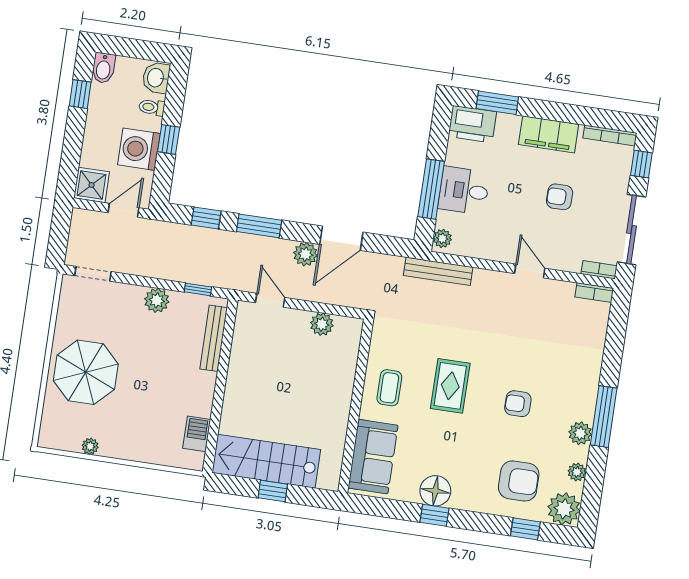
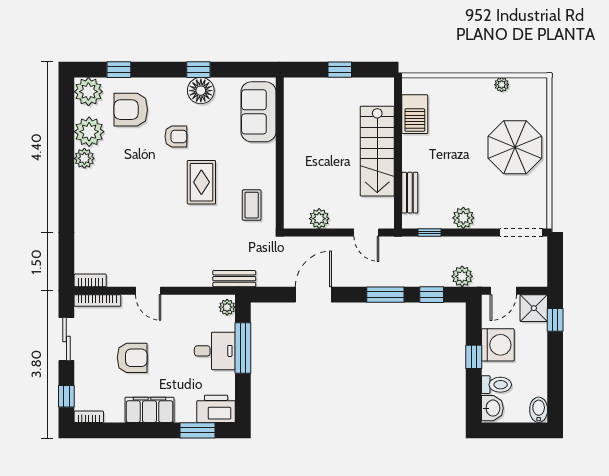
window: (80, 94) -> (555, 320), moved
toilet: (152, 107) -> (496, 385), width x1.37, depth x1.39
bookcase: (610, 135) -> (89, 417), width x0.64
armchair: (560, 197) -> (132, 358), width x1.38, depth x1.38
sliding door: (632, 230) -> (66, 339), width x0.73
plant: (305, 254) -> (462, 276), moved
bookcase: (599, 270) -> (97, 300), width x1.56
bench: (438, 271) -> (234, 279), width x0.73
doorway: (93, 274) -> (521, 232), width x1.38
bench: (214, 338) -> (410, 193), width x0.73
coffee table: (389, 388) -> (252, 205), moved
armchair: (518, 404) -> (176, 136), moved
window: (604, 417) -> (66, 176), removed
barbecue: (197, 434) -> (415, 114), width x1.38, depth x1.27
stairs: (266, 461) -> (377, 151), moved, turned 90
plant: (577, 472) -> (89, 132), width x1.87, depth x1.87

